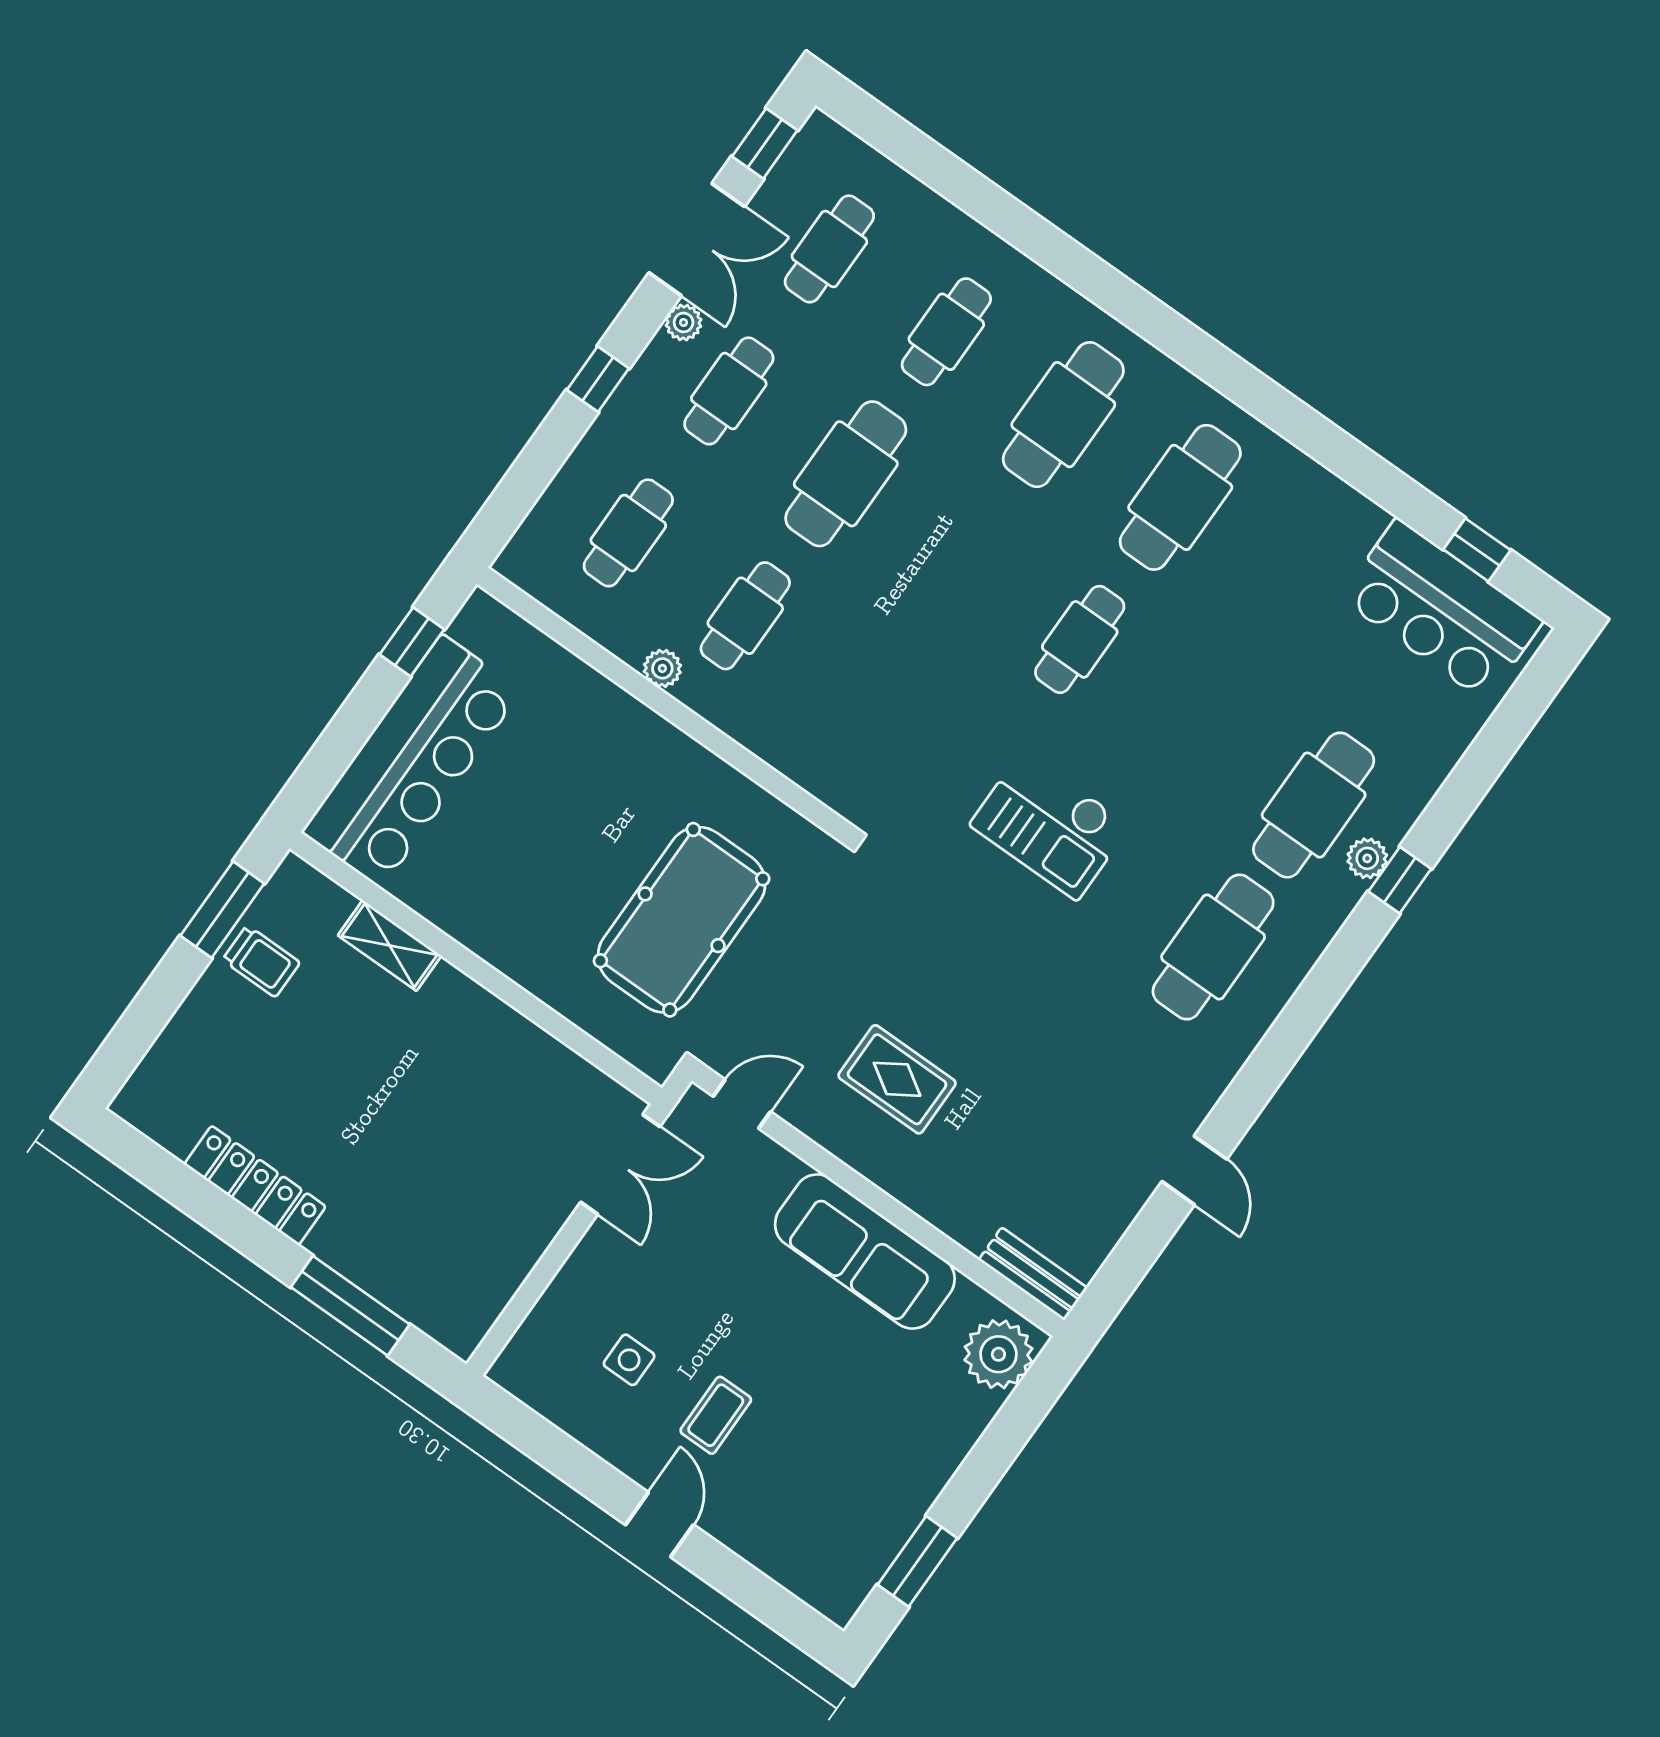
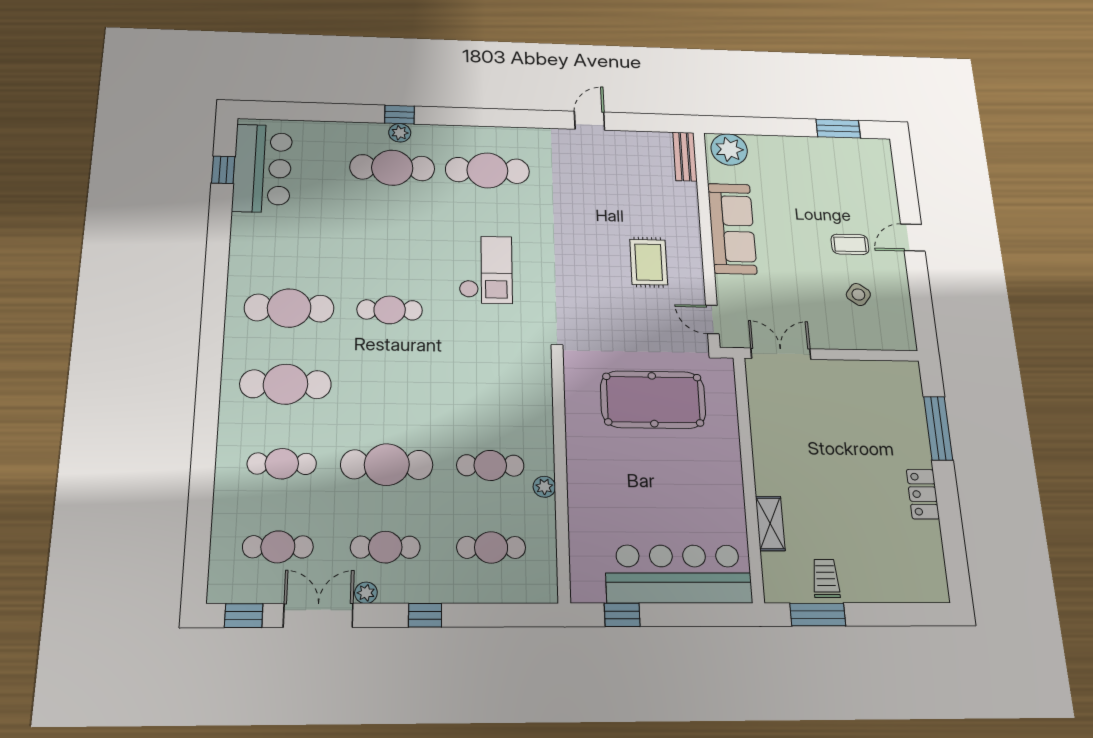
locker: (255, 1185) -> (923, 494), width x0.66
side table: (629, 1360) -> (858, 294), turned 37

